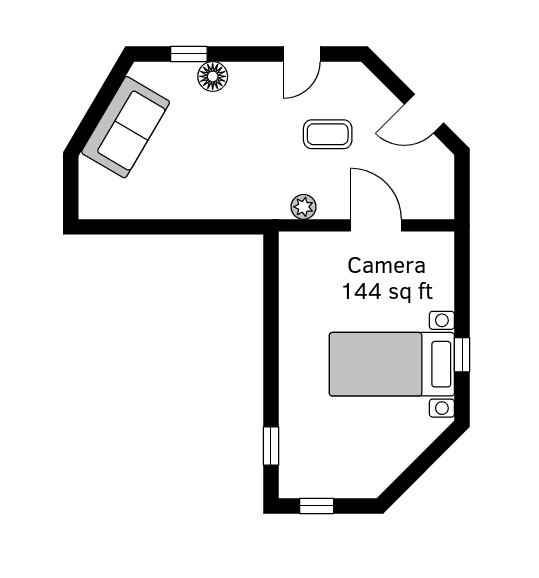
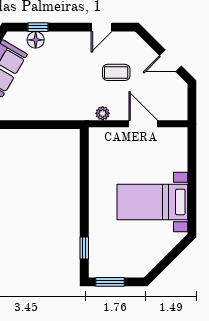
floor lamp: (213, 76) -> (36, 40), moved
window: (462, 355) -> (192, 197), removed
window: (317, 506) -> (110, 282), width x1.50

